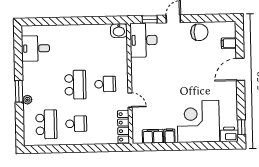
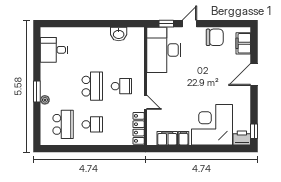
washbasin: (119, 31) -> (119, 34), moved
desk: (144, 40) -> (164, 50), width x1.36, depth x1.30
filing cabinet: (229, 43) -> (243, 43), width x2.00

